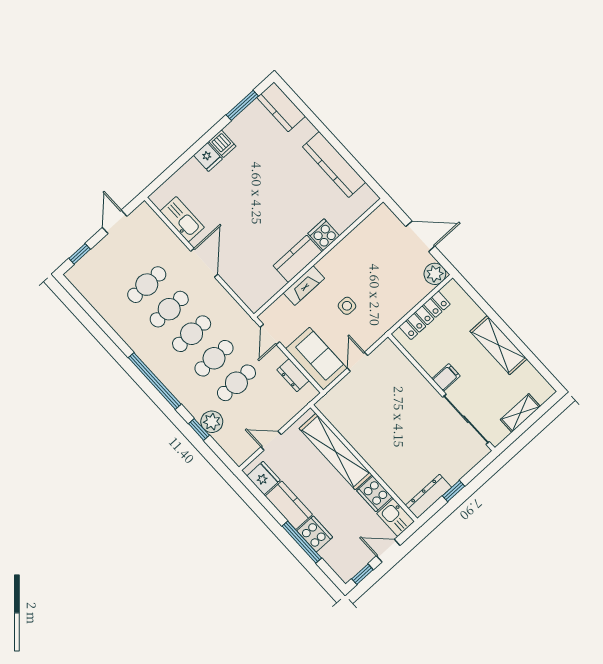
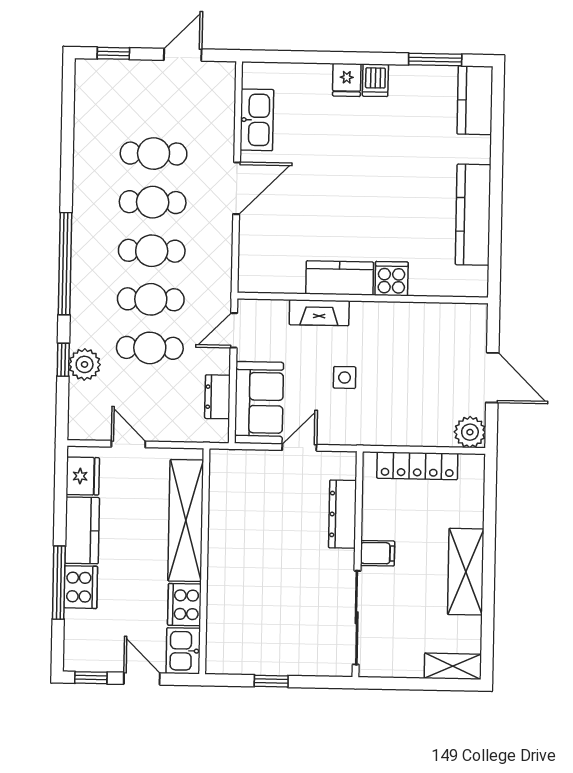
shelving: (520, 413) -> (453, 666), moved
dresser: (428, 496) -> (342, 514), moved, turned -90

